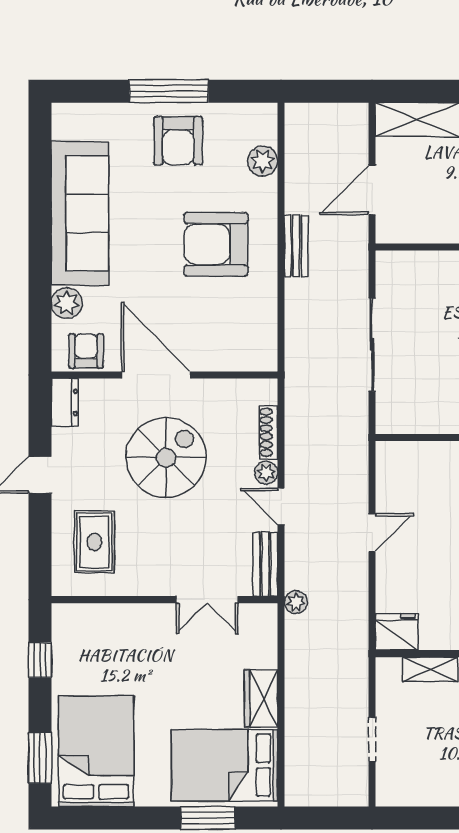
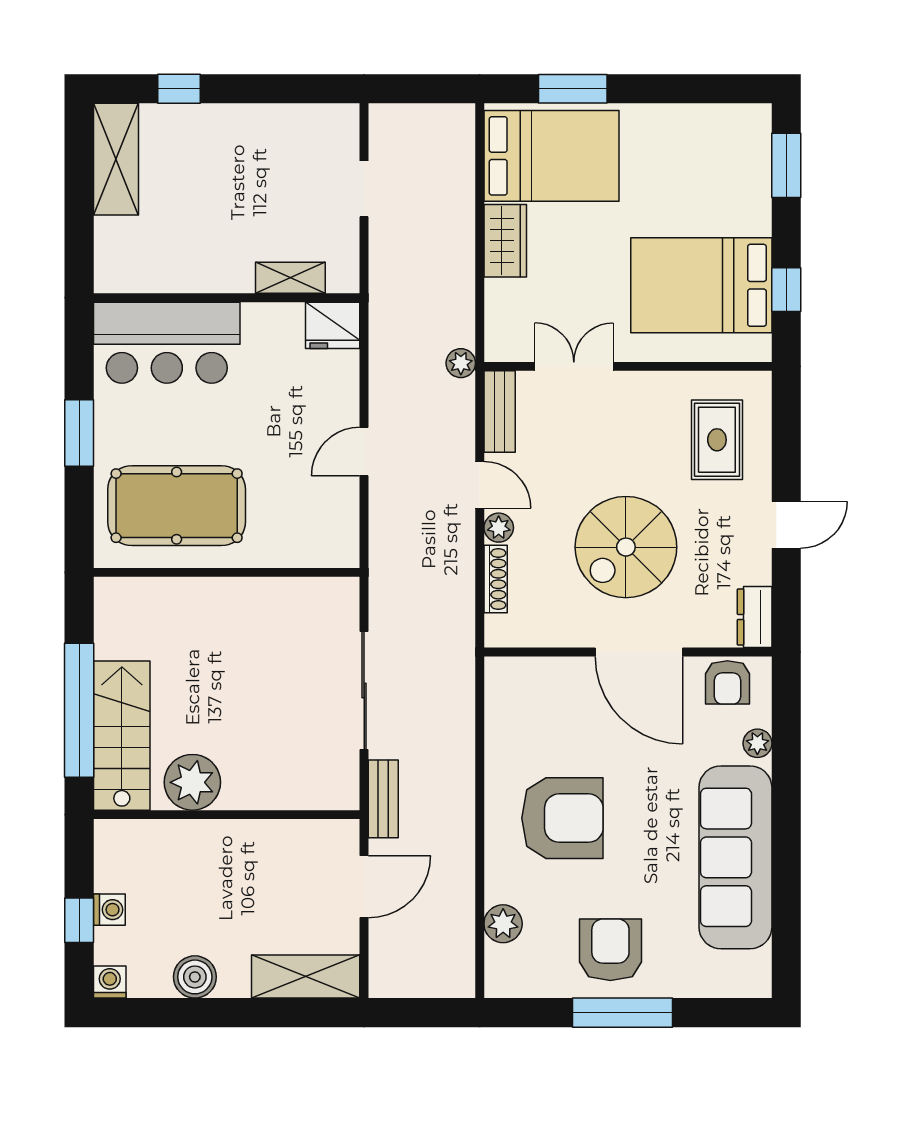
bench: (296, 246) -> (383, 799), moved
plant: (67, 303) -> (757, 743), width x0.73, depth x0.73
bed: (96, 751) -> (701, 285), moved, turned 90

